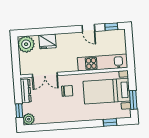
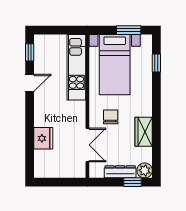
plant: (26, 44) -> (45, 167), removed
dresser: (26, 91) -> (120, 172), moved
wardrobe: (58, 116) -> (144, 132), added

